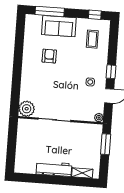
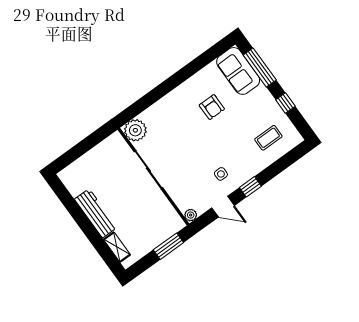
window: (95, 15) -> (285, 103), moved
sofa: (59, 26) -> (238, 71), moved
armchair: (49, 56) -> (212, 107), turned 90

